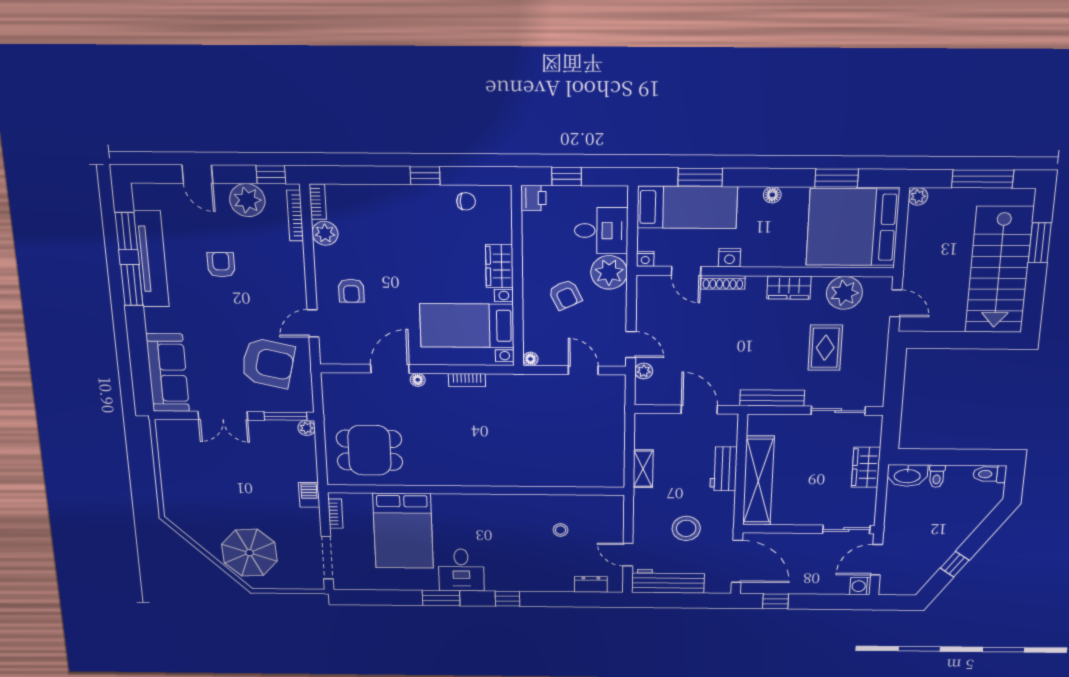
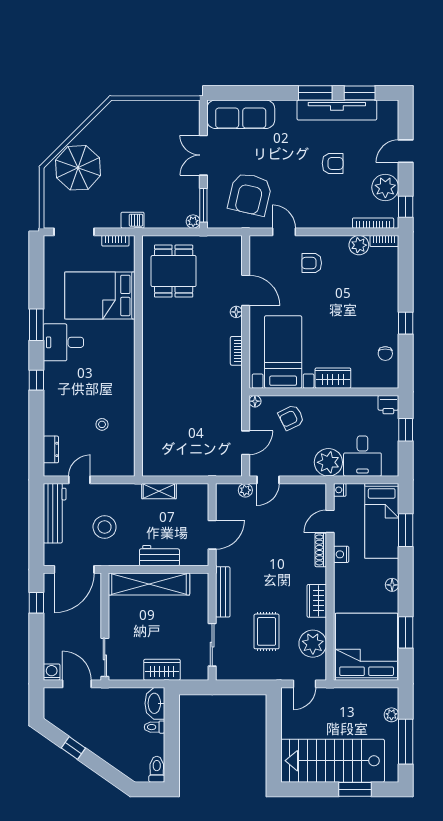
plant: (918, 196) -> (391, 715), moved
armchair: (565, 295) -> (291, 417), moved
rug: (825, 348) -> (267, 631), turned 90

